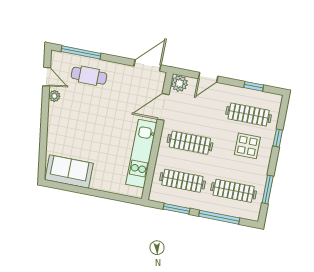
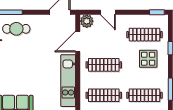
door: (208, 77) -> (108, 12), hinge flipped
window: (254, 86) -> (157, 12), moved

